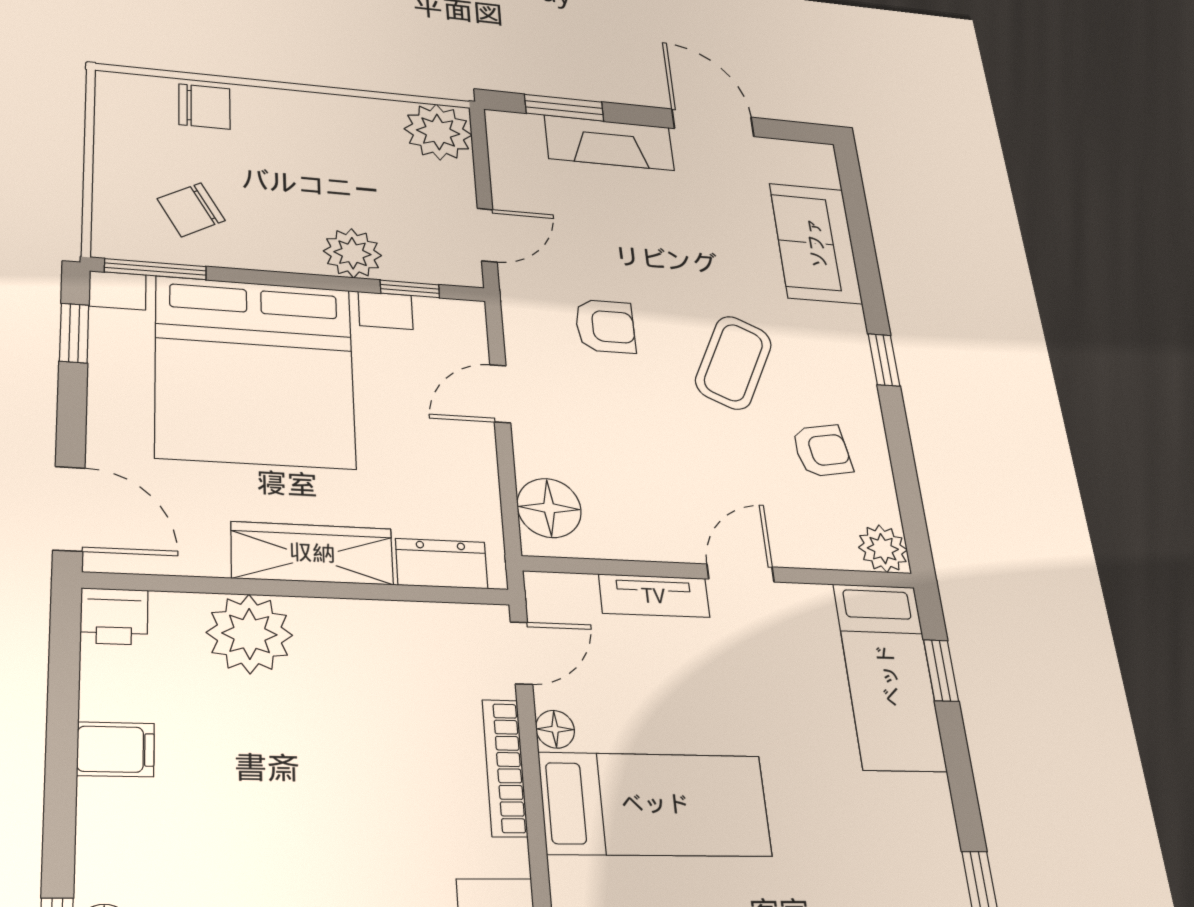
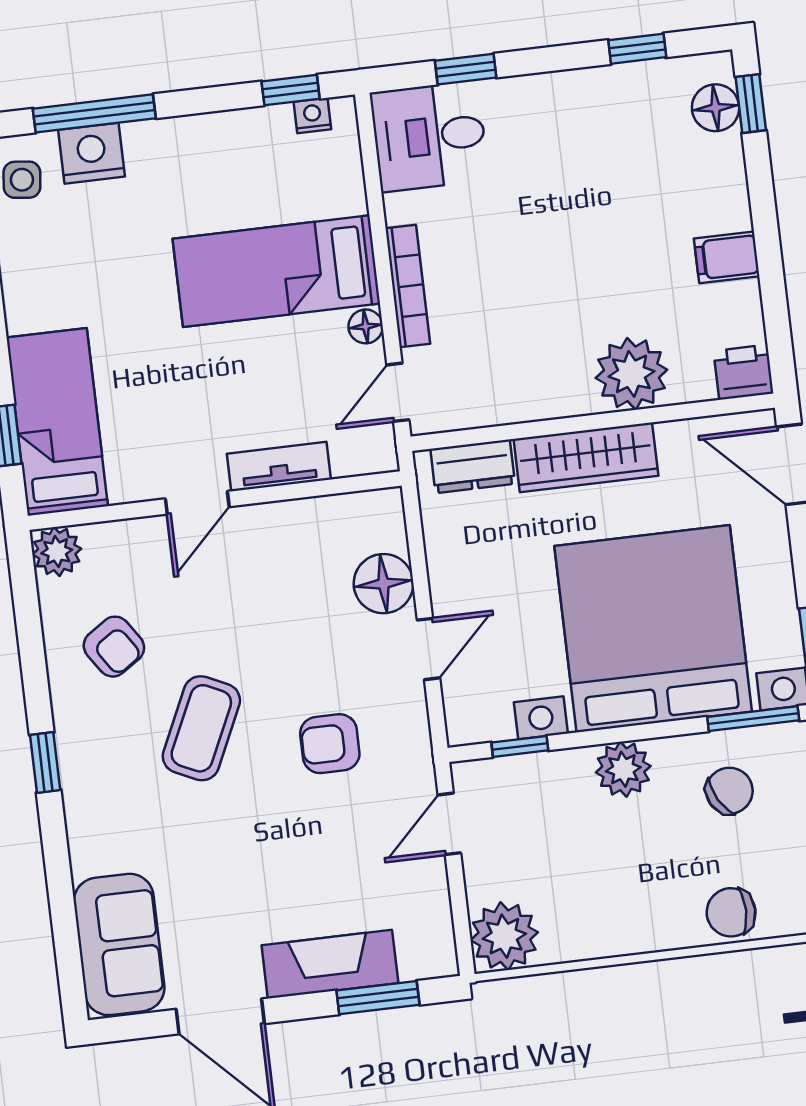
sofa: (816, 243) -> (119, 944), moved
plant: (353, 253) -> (623, 769), moved
armchair: (822, 451) -> (114, 647), turned -114
floor lamp: (549, 508) -> (384, 584), moved

